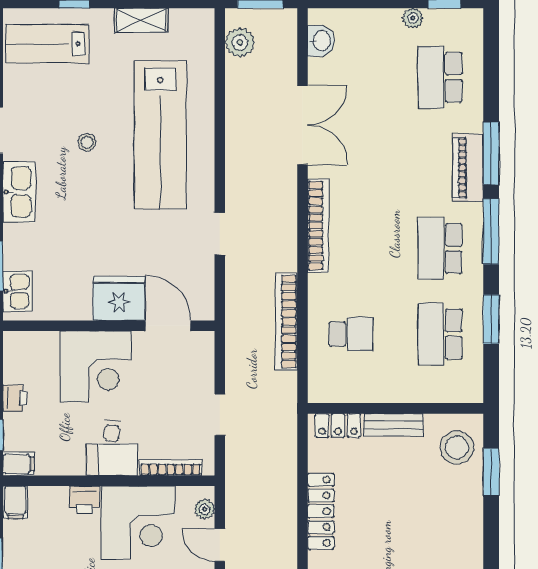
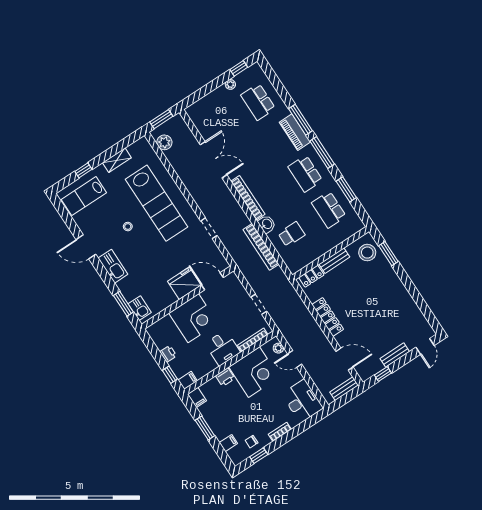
washbasin: (321, 41) -> (267, 224), moved

